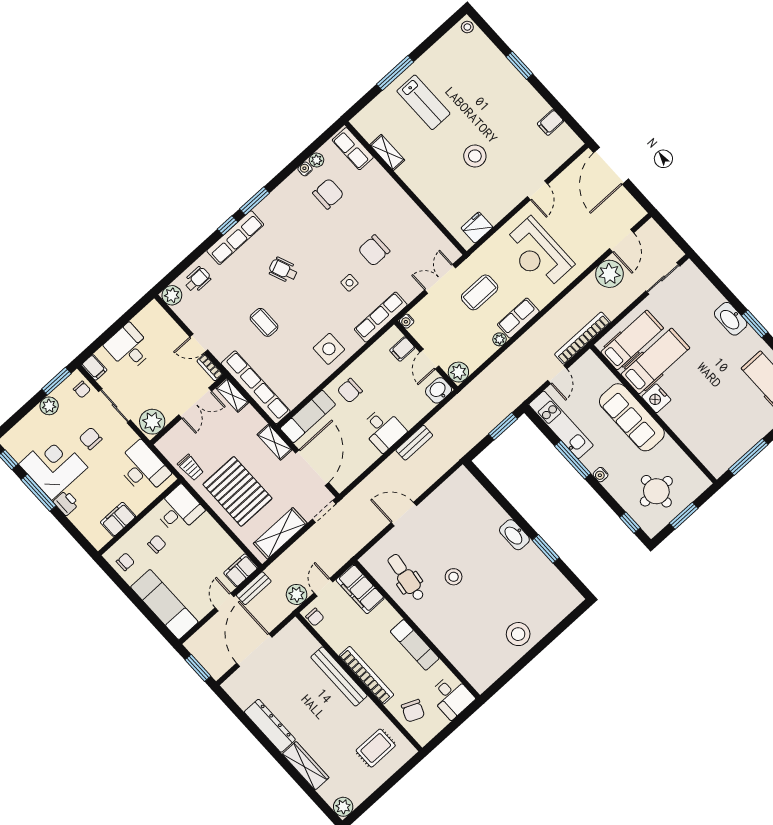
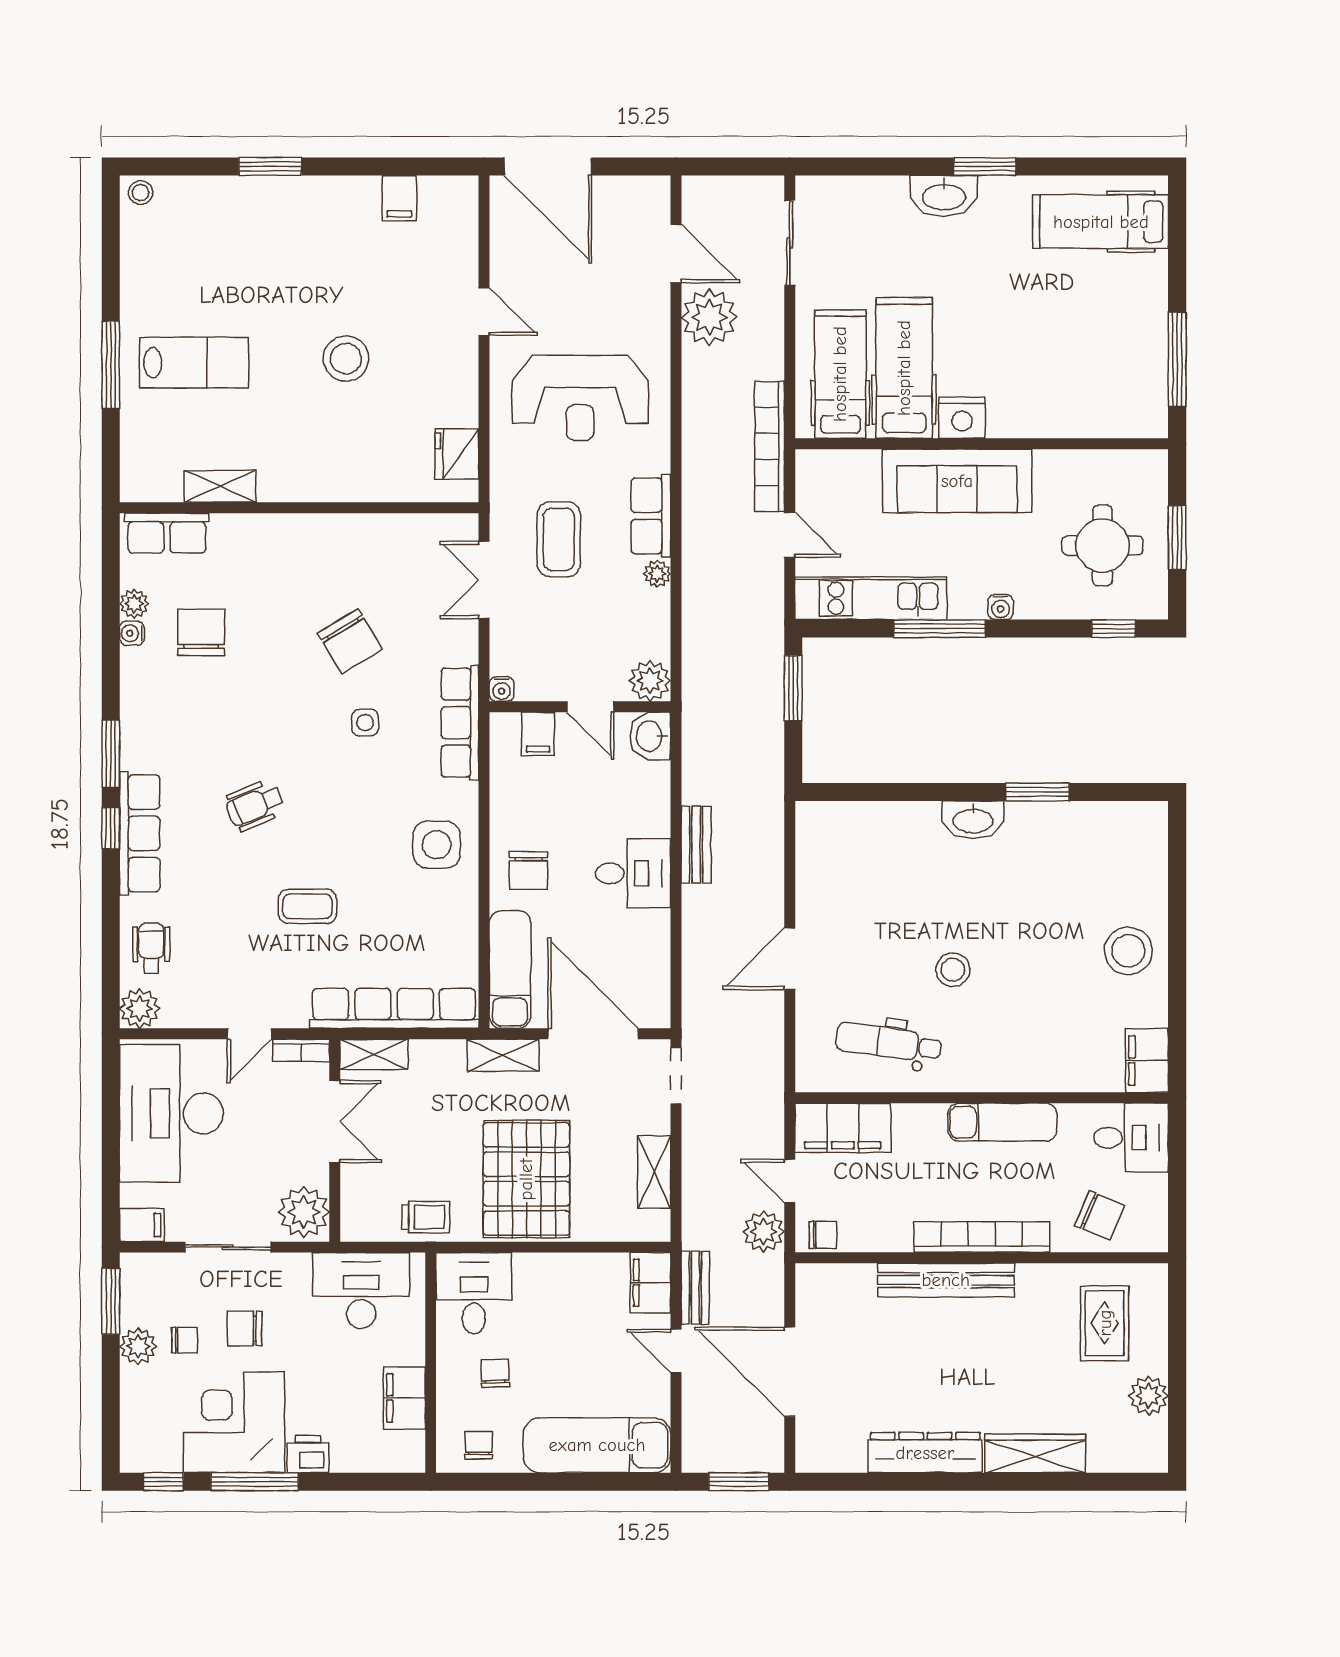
chair: (374, 251) -> (350, 641), turned -31
desk: (129, 348) -> (171, 1113), width x1.87, depth x1.30
chair: (82, 389) -> (184, 1340), moved
pallet: (237, 491) -> (526, 1179), turned 90
shelving: (280, 533) -> (654, 1172), width x0.67, depth x0.75
filing cabinet: (485, 677) -> (1147, 1060), added
plant: (343, 807) -> (1149, 1396), moved

